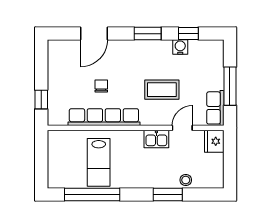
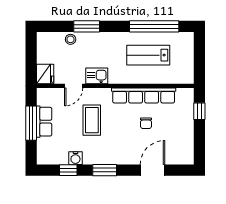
coffee table: (162, 90) -> (92, 120), turned 90
row of seats: (215, 108) -> (44, 122), moved
lab bench: (99, 162) -> (148, 55), turned -90

